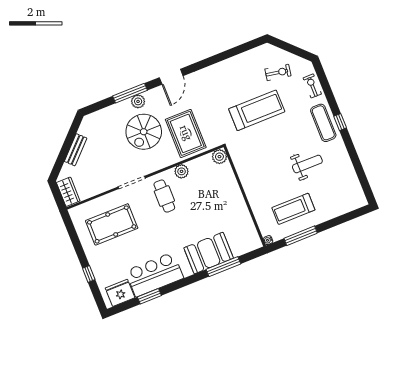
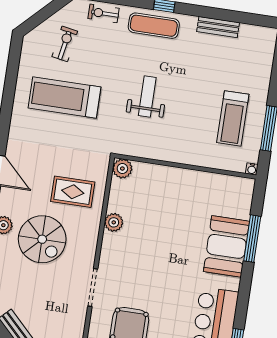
treadmill: (257, 110) -> (65, 97), moved, turned -90
rug: (186, 133) -> (73, 192), width x0.73, depth x0.70
weight bench: (307, 164) -> (147, 96), moved
bench: (347, 165) -> (218, 27), added
cafe table: (164, 196) -> (131, 259), removed

